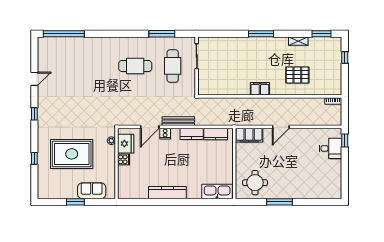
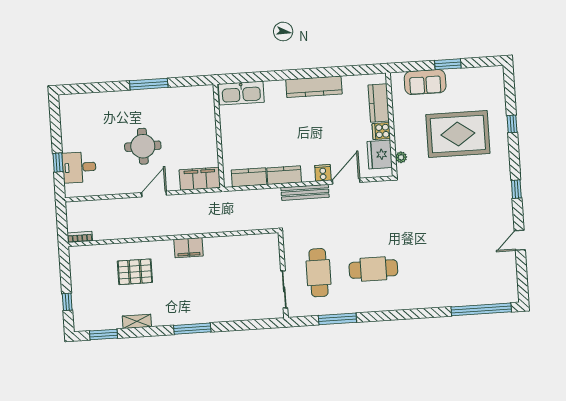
window: (345, 141) -> (58, 163), moved
kitchen counter: (124, 179) -> (379, 103), added
round table: (255, 183) -> (143, 146), moved

